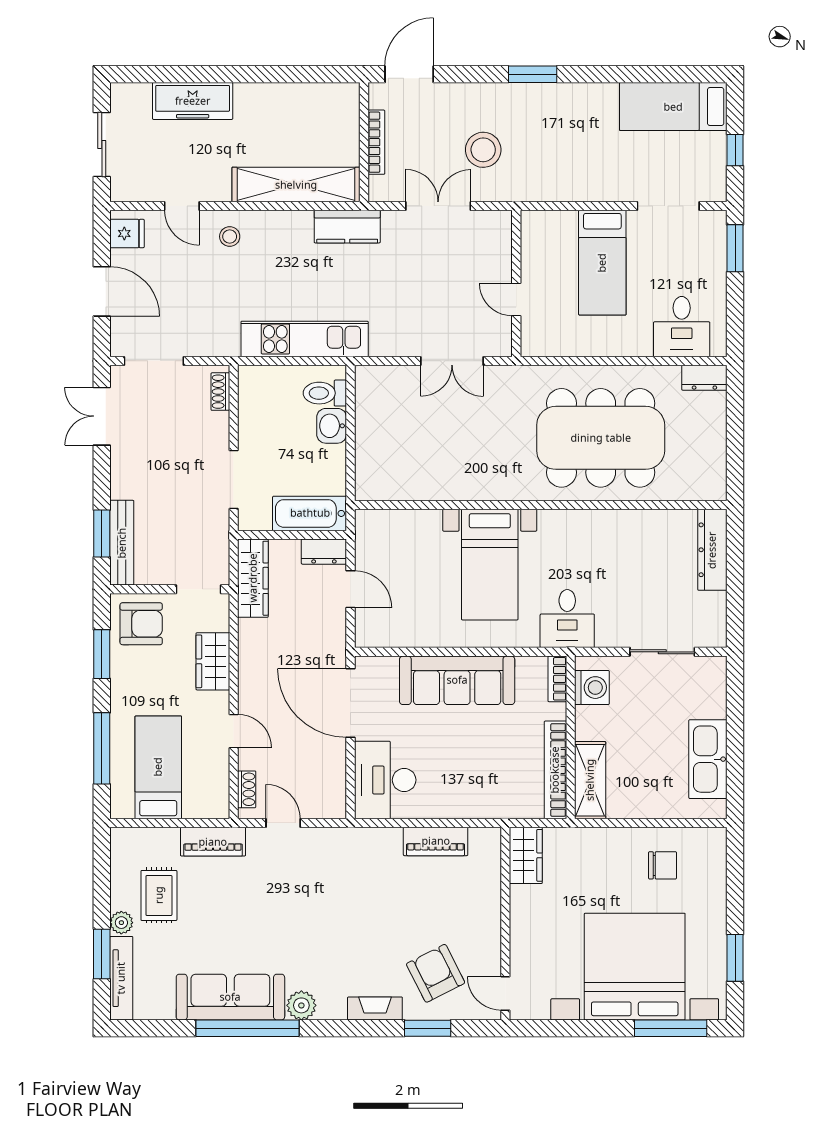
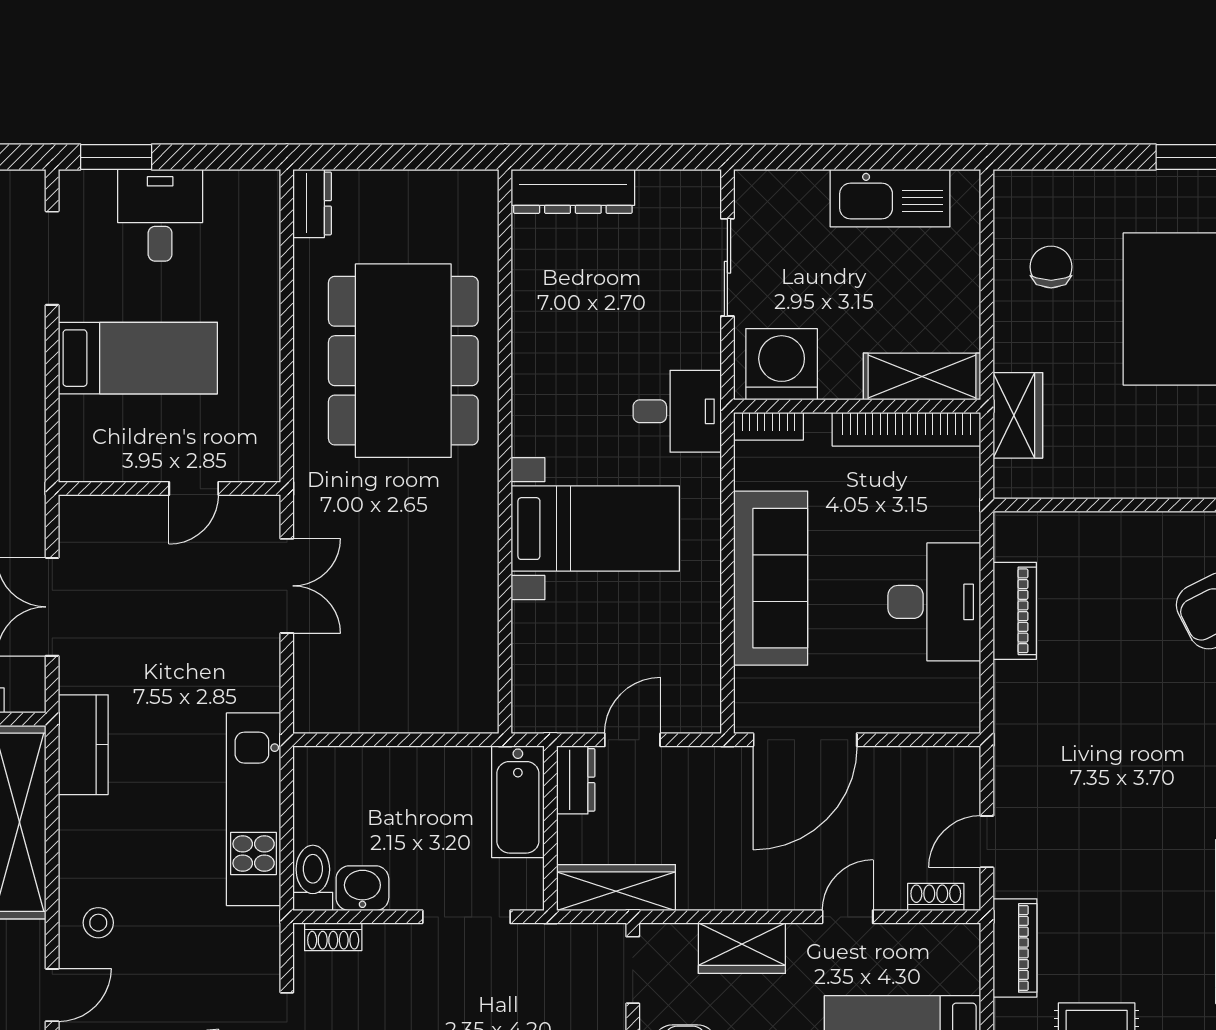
desk: (682, 327) -> (160, 215), moved, turned -90
toilet: (325, 393) -> (313, 878), moved, turned 180
washbasin: (332, 426) -> (362, 888), moved, turned 180
washing machine: (592, 688) -> (782, 364), width x1.37, depth x1.37
desk: (385, 780) -> (934, 602), moved, turned -90
wardrobe: (526, 855) -> (1018, 415), moved, turned 90

